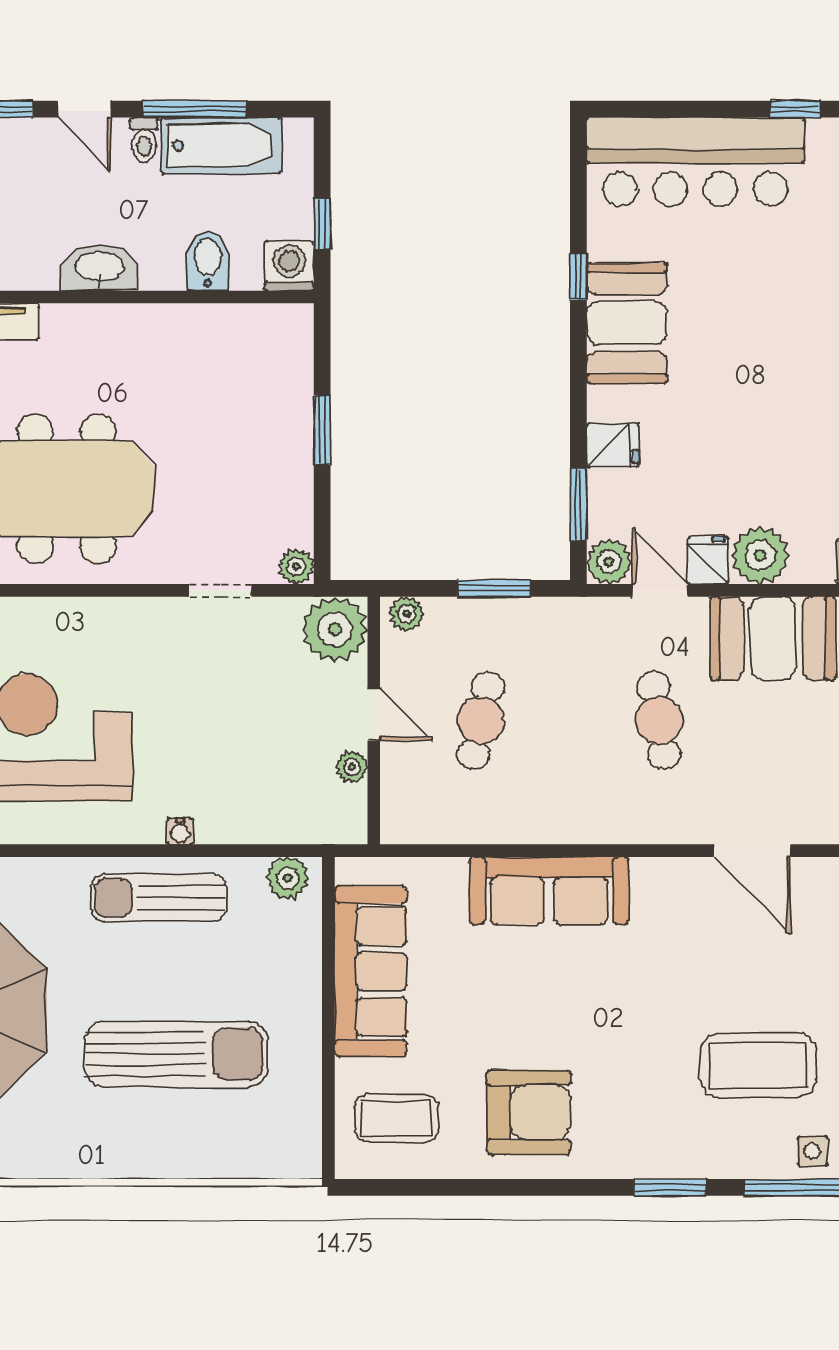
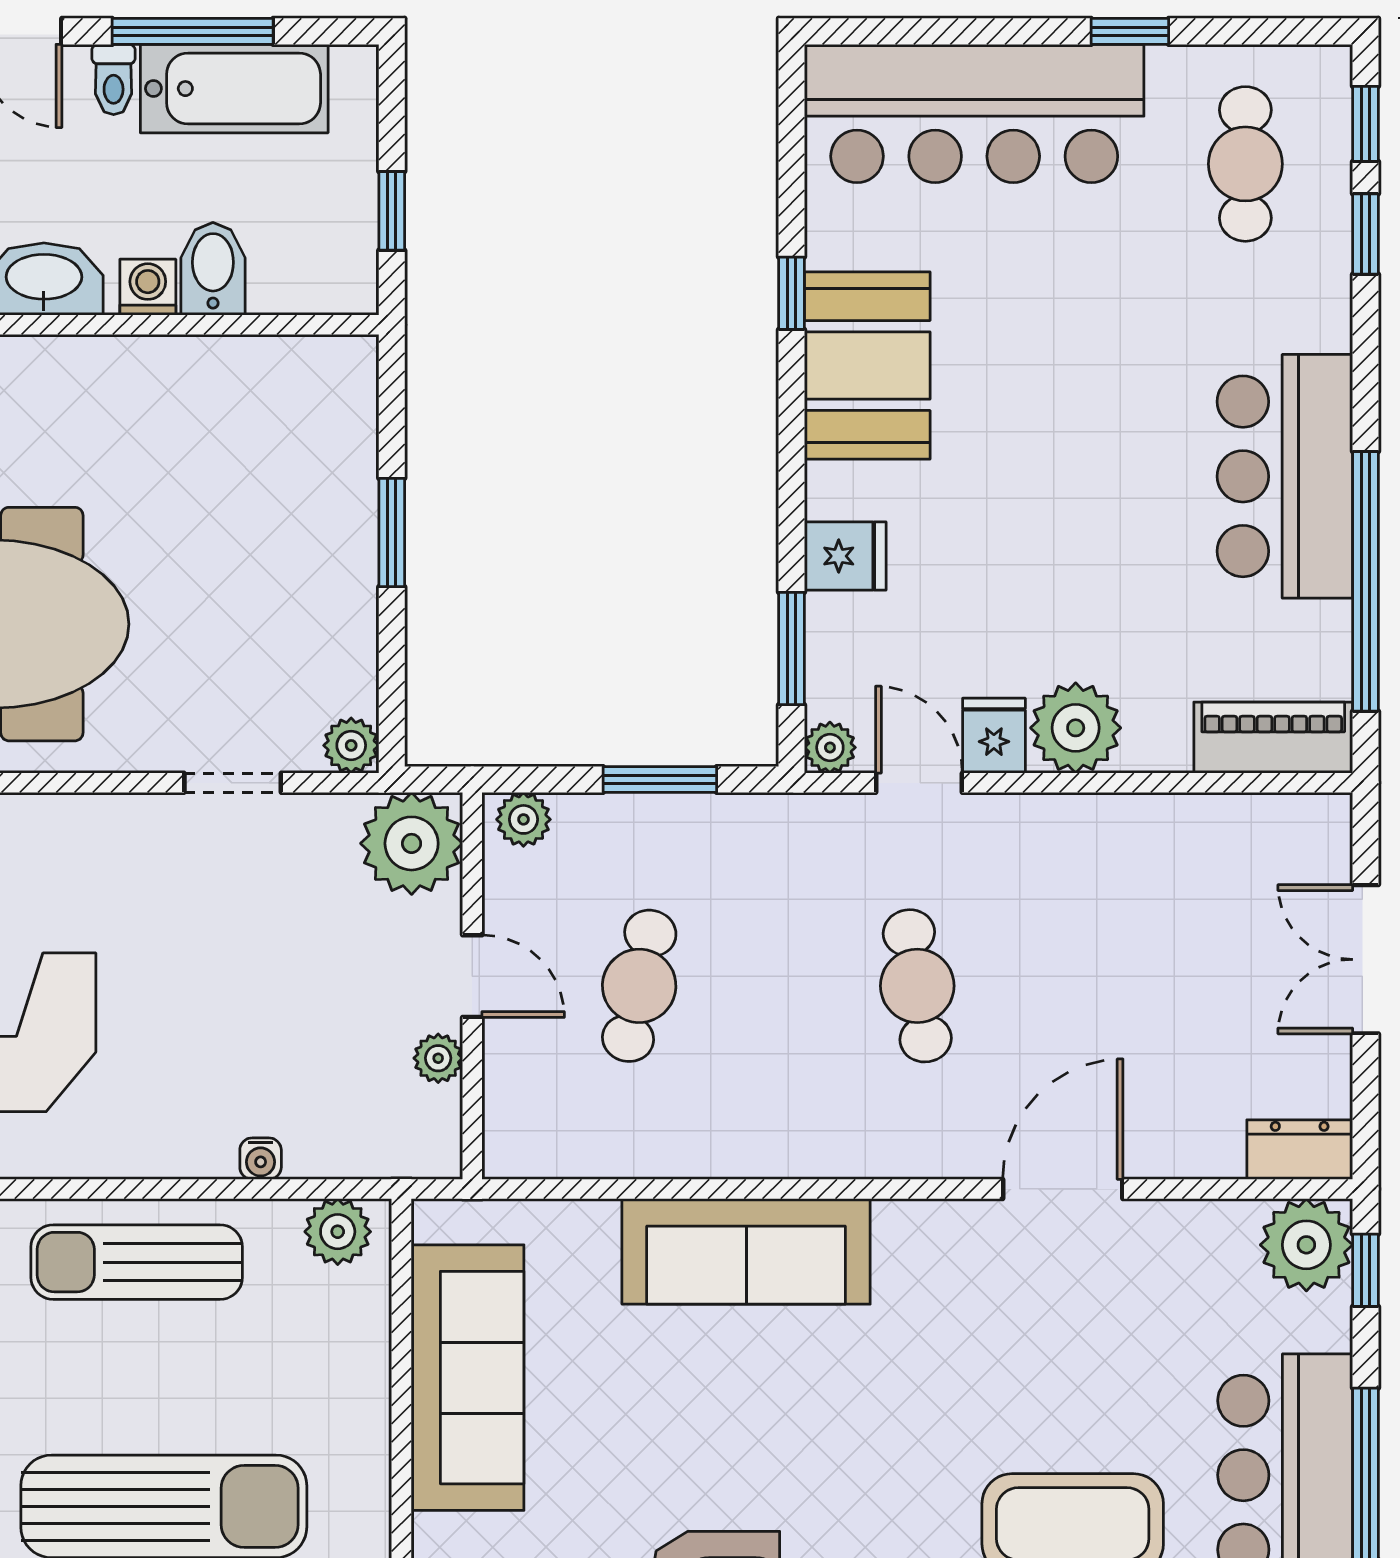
washing machine: (289, 266) -> (148, 287), moved, width x0.73, depth x0.73
plant: (609, 562) -> (830, 747), width x0.73, depth x0.73
booth: (773, 638) -> (1095, 858), removed
water cooler: (180, 831) -> (261, 1159), moved
door: (752, 851) -> (1063, 1189), swing flipped

